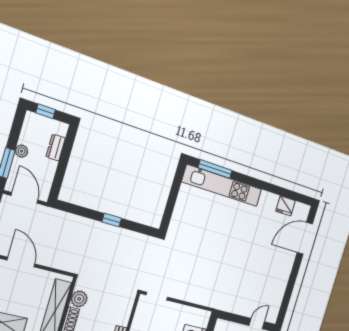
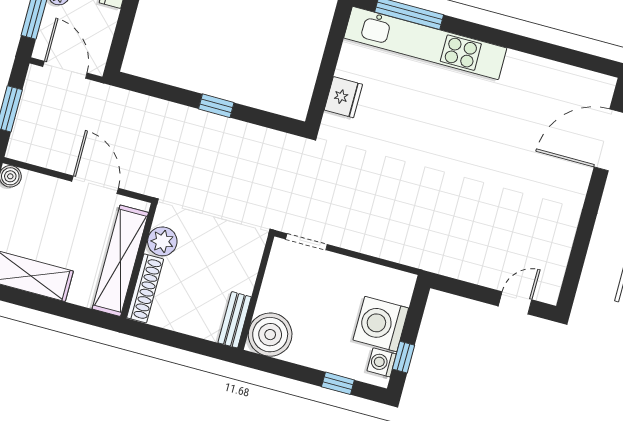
fridge: (286, 206) -> (343, 97), moved, turned -90
door: (21, 262) -> (95, 185), moved

